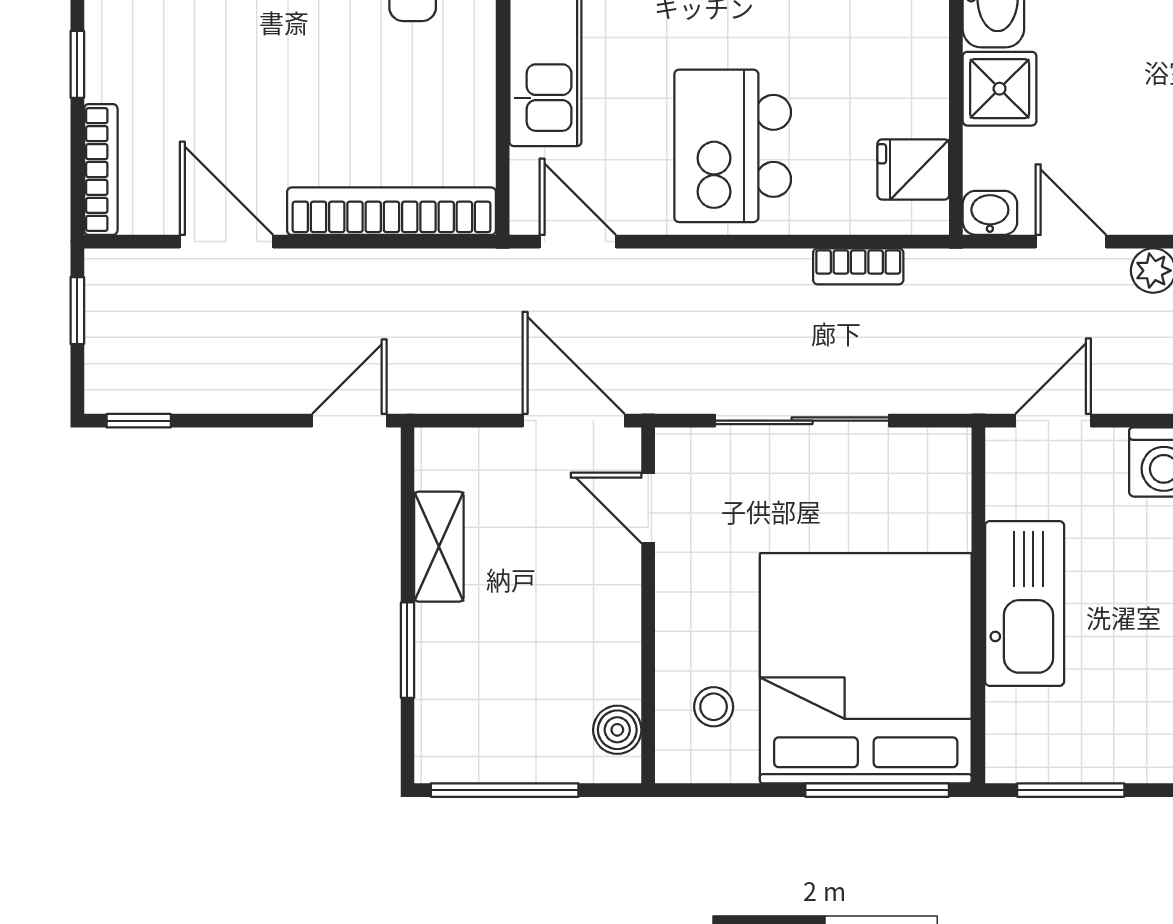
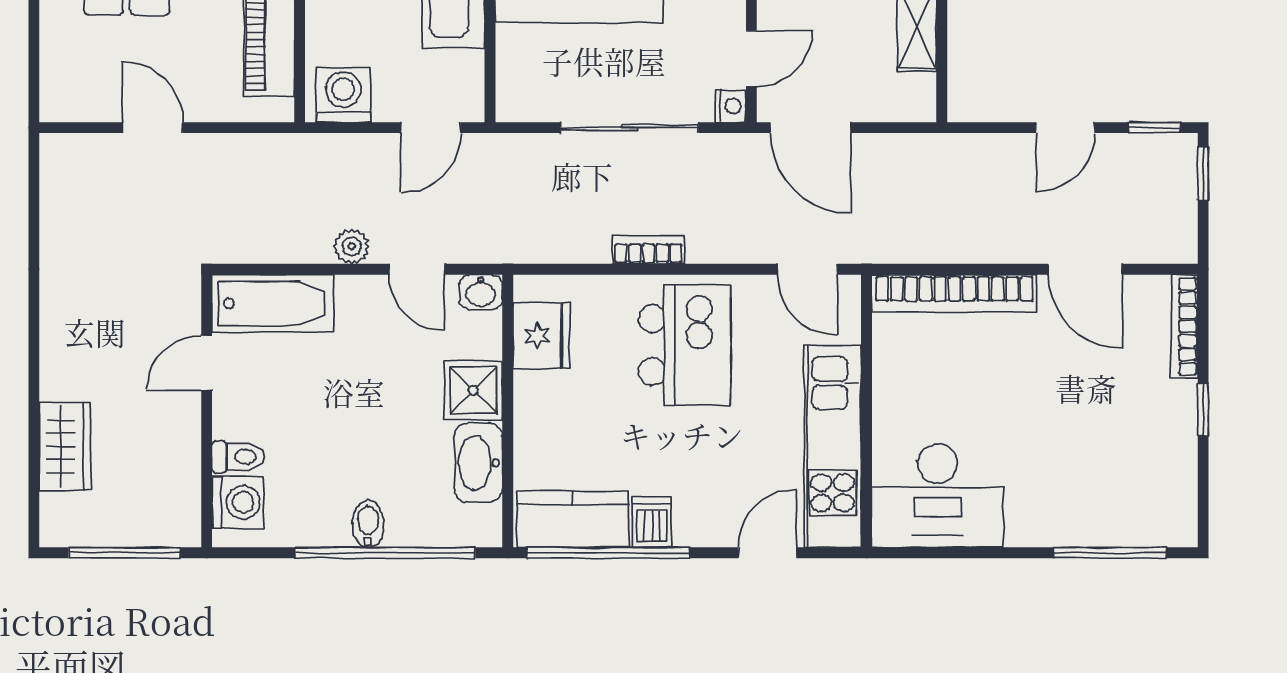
fridge: (913, 169) -> (541, 336), width x1.38
bookcase: (858, 266) -> (648, 250), moved
window: (77, 311) -> (1203, 174), moved
door: (349, 421) -> (1065, 128), moved
nightstand: (674, 448) -> (731, 106), added
door: (648, 508) -> (751, 59), hinge flipped

